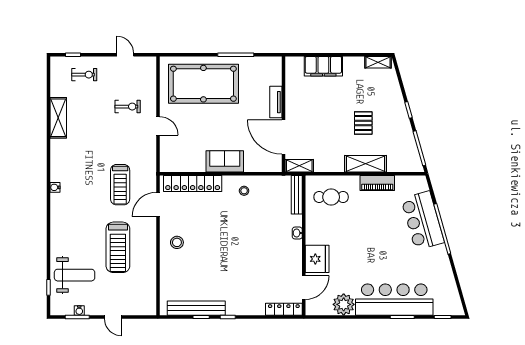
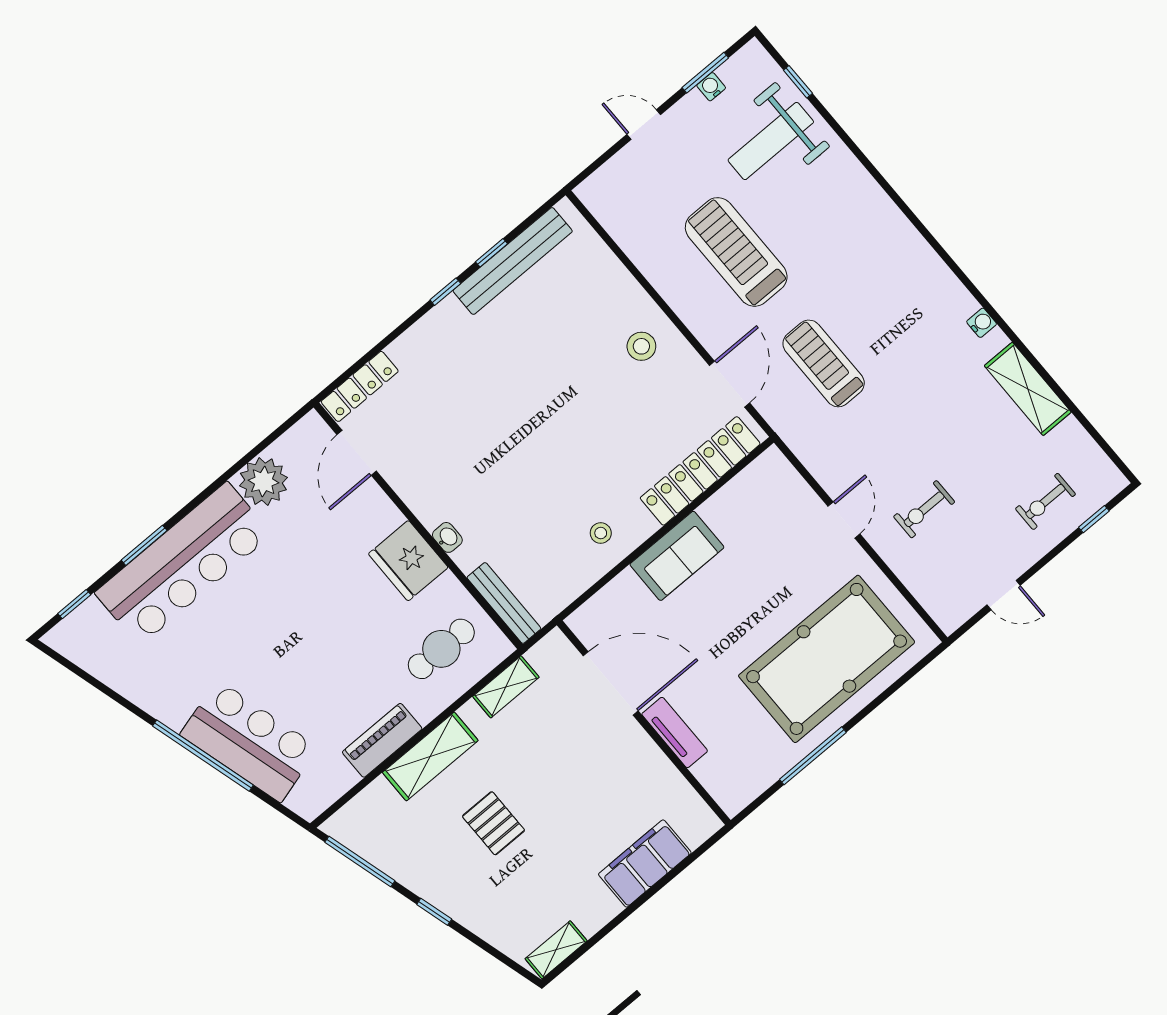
door: (158, 126) -> (844, 520), swing flipped
shelving: (299, 166) -> (506, 687), moved
water cooler: (55, 187) -> (982, 323), moved
fridge: (317, 259) -> (408, 561), moved

